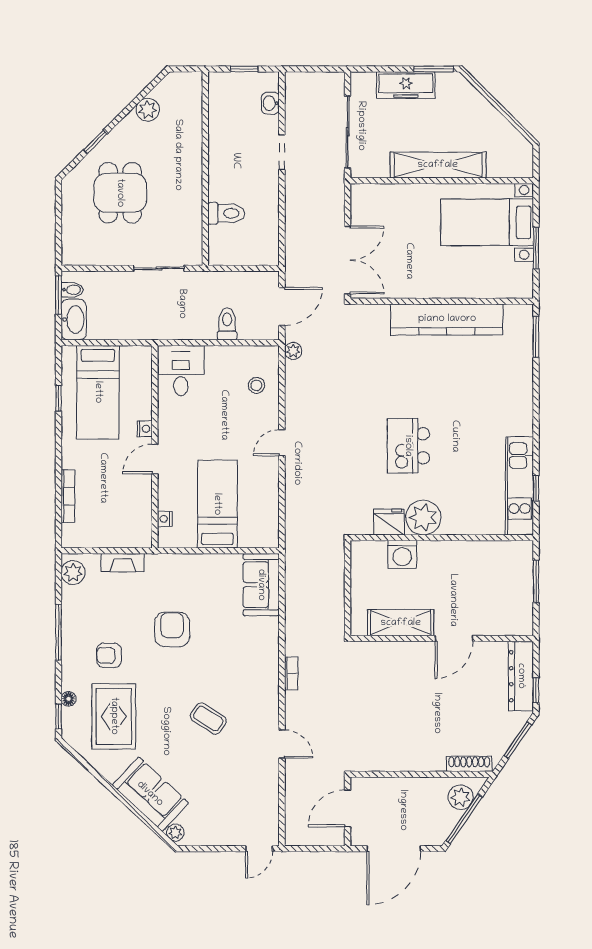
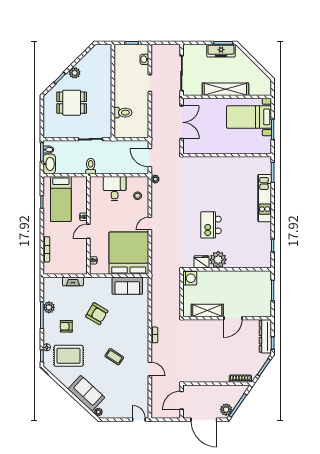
freezer: (406, 85) -> (221, 51), moved
plant: (148, 110) -> (75, 73), moved
dining table: (120, 193) -> (72, 103), turned 90
double door: (348, 260) -> (182, 122), moved
door: (282, 306) -> (150, 158), swing flipped
kitchen counter: (447, 319) -> (230, 164), removed
toilet: (227, 324) -> (91, 166), moved
desk: (181, 371) -> (115, 189), moved
kitchen unit: (519, 486) -> (265, 198), moved
bed: (217, 504) -> (129, 253), width x2.04
washing machine: (402, 554) -> (190, 278), moved, turned -90
plant: (73, 573) -> (49, 307), moved
sofa: (261, 585) -> (127, 286), moved, turned -90
armchair: (172, 629) -> (97, 314), turned 121
rug: (114, 716) -> (69, 356), turned 90
plant: (461, 797) -> (226, 410), moved
door: (259, 849) -> (139, 420), swing flipped
door: (394, 849) -> (204, 420), hinge flipped

